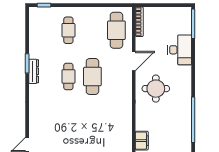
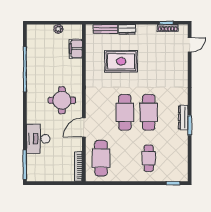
cafe table: (68, 76) -> (149, 112), width x1.37, depth x1.35
rug: (96, 128) -> (121, 61), added

